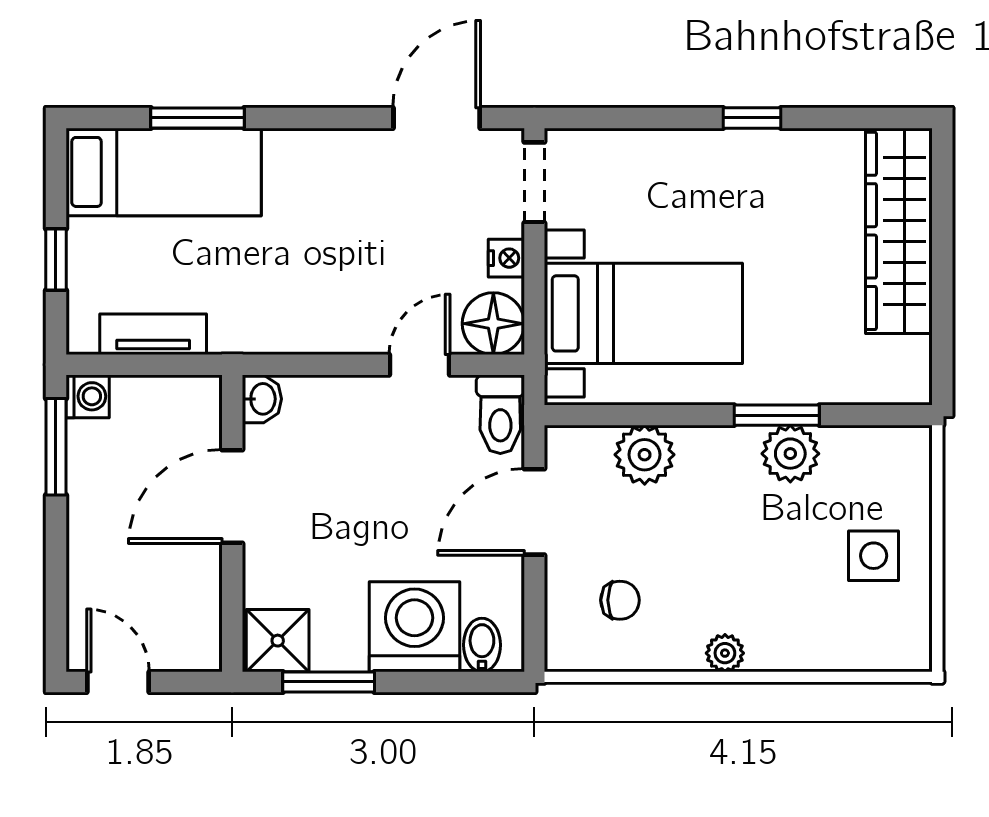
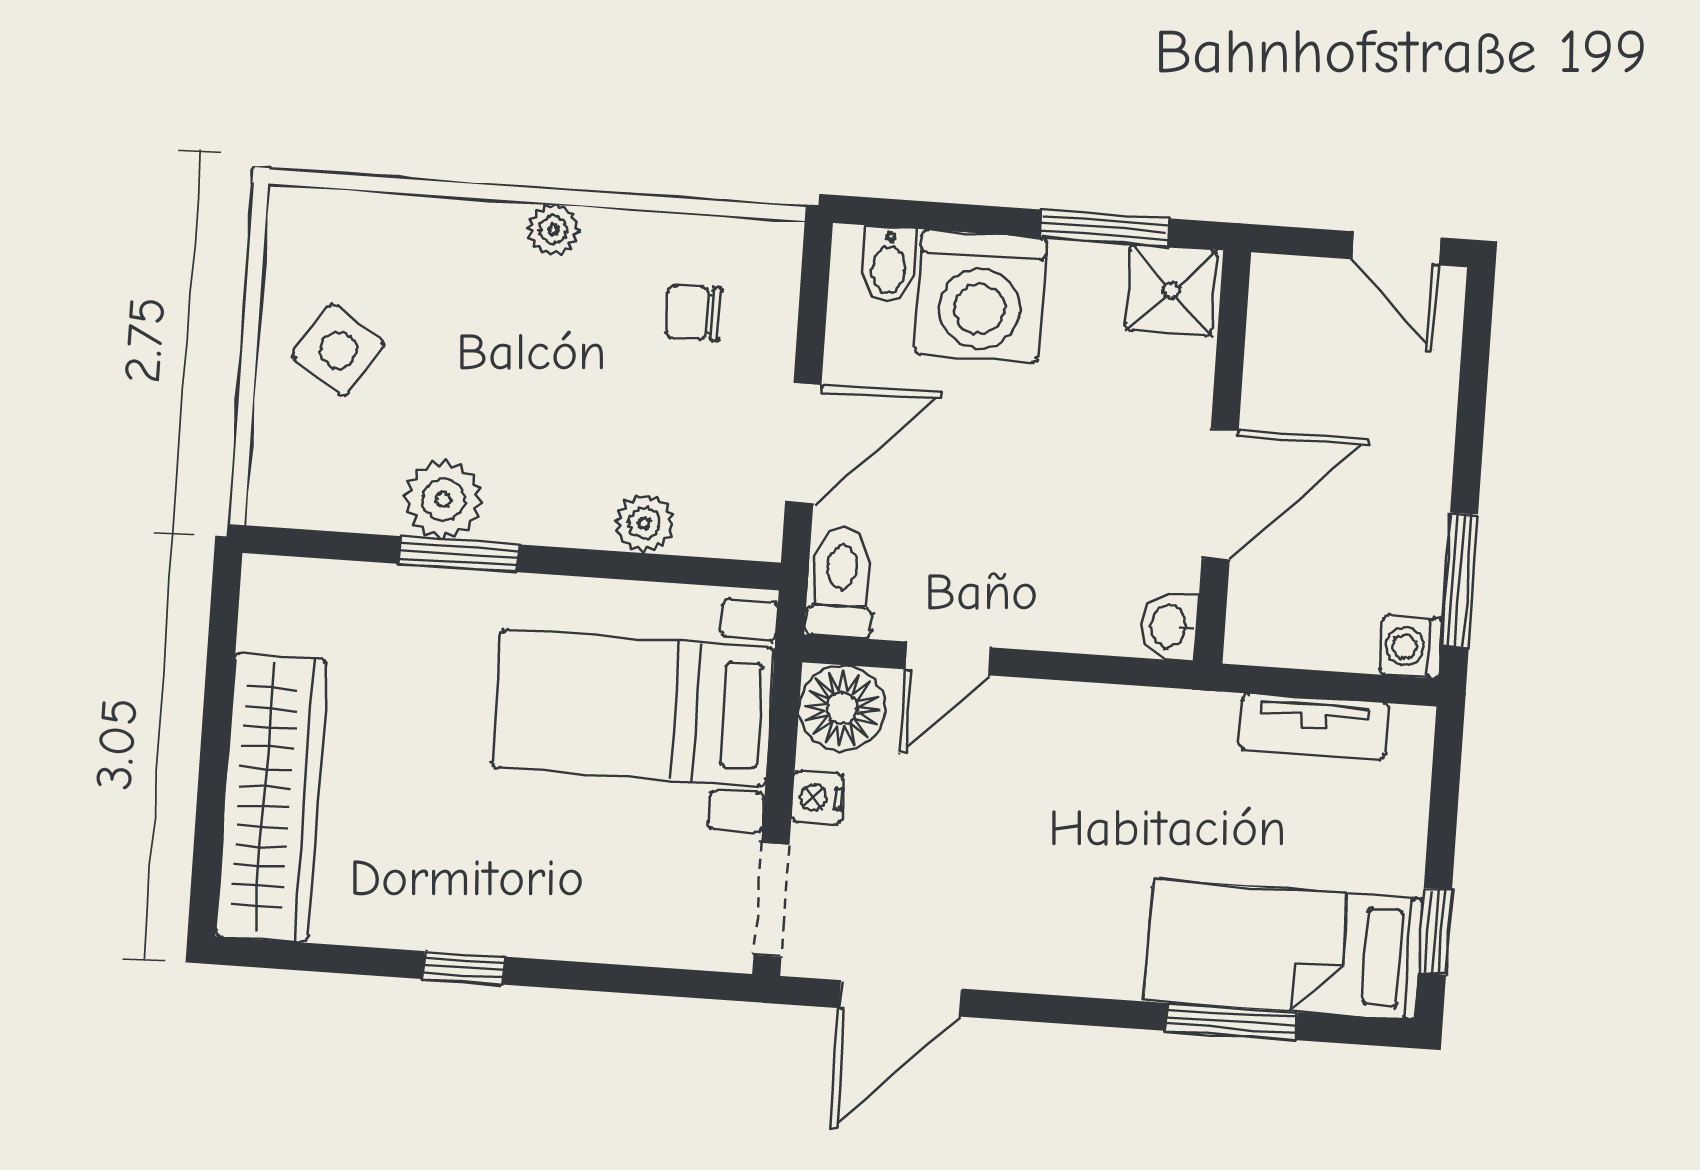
window: (56, 259) -> (1435, 931), moved
plant: (645, 455) -> (645, 523), width x0.73, depth x0.73
side table: (874, 556) -> (338, 350), turned 34

